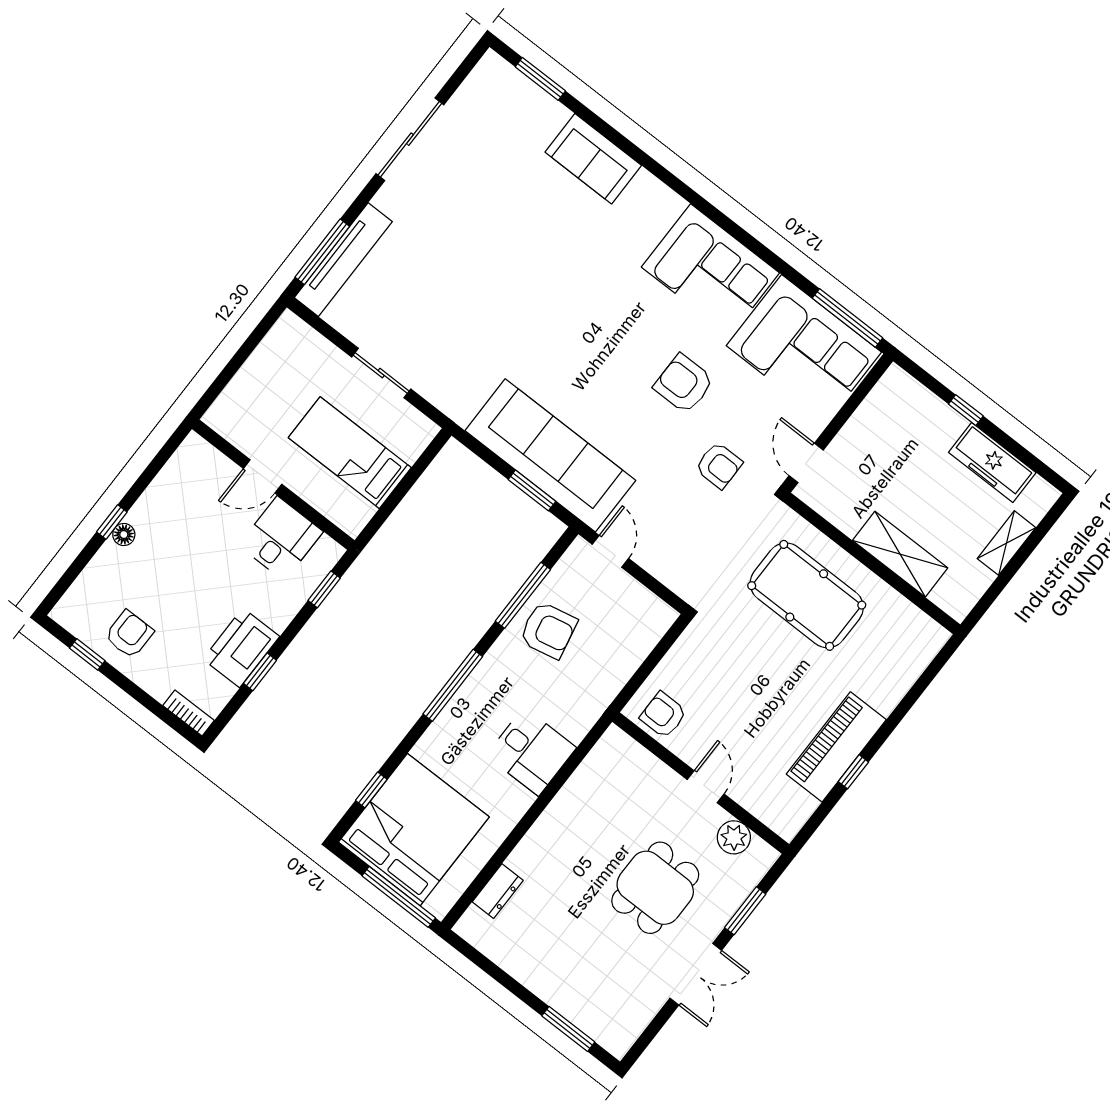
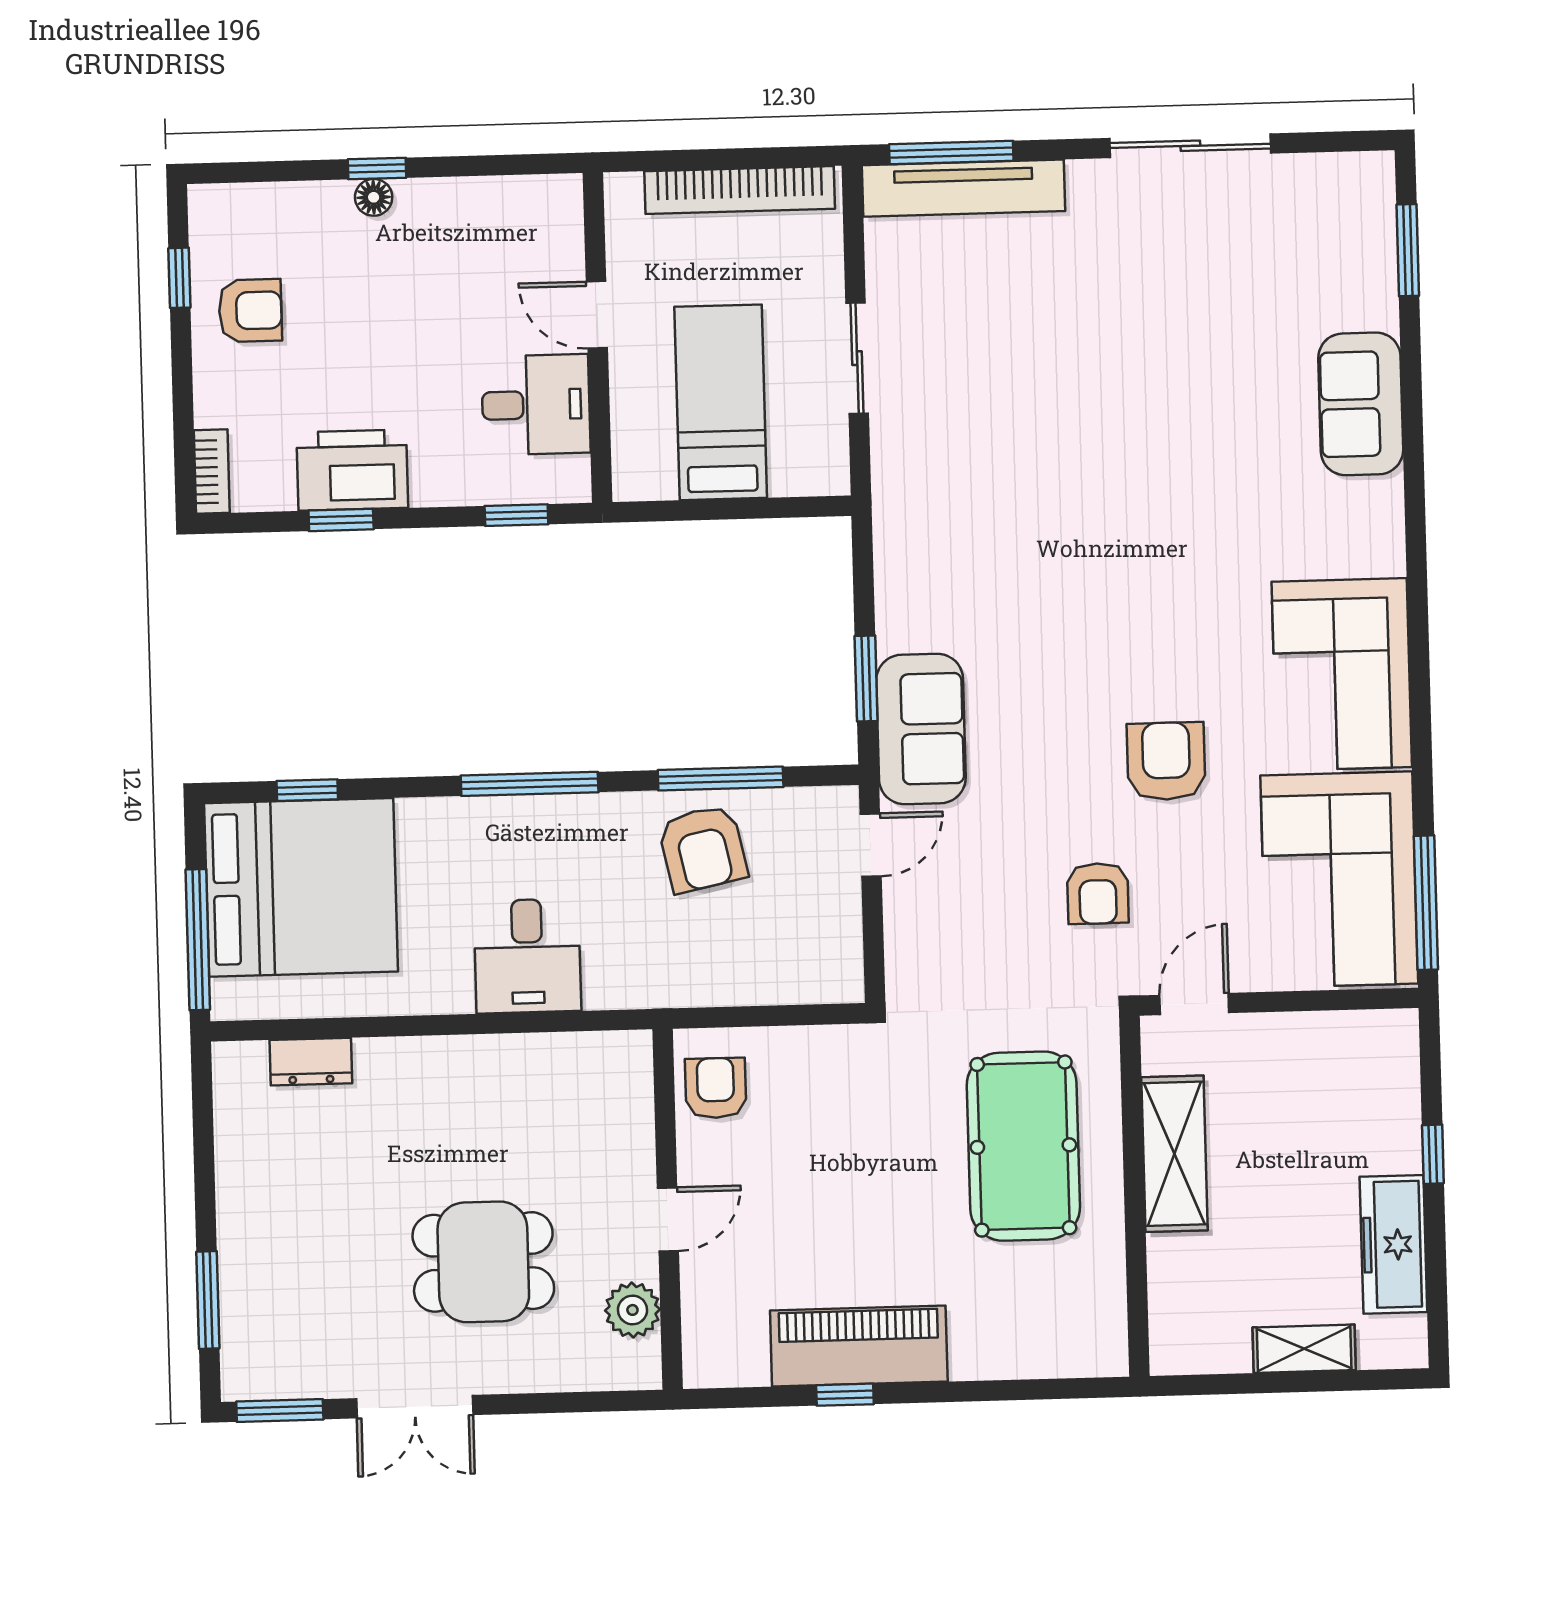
bookcase: (259, 363) -> (740, 190), added
sofa: (550, 455) -> (921, 729), width x0.54, depth x0.79
shelving: (900, 554) -> (1174, 1154), moved
window: (745, 911) -> (280, 1410), moved

